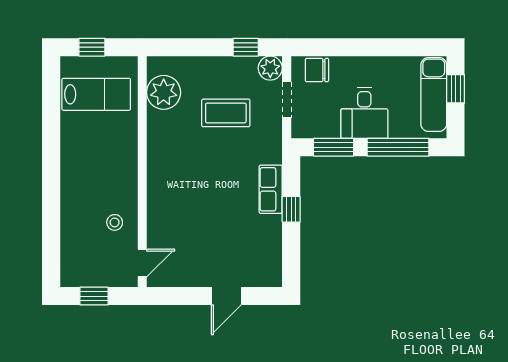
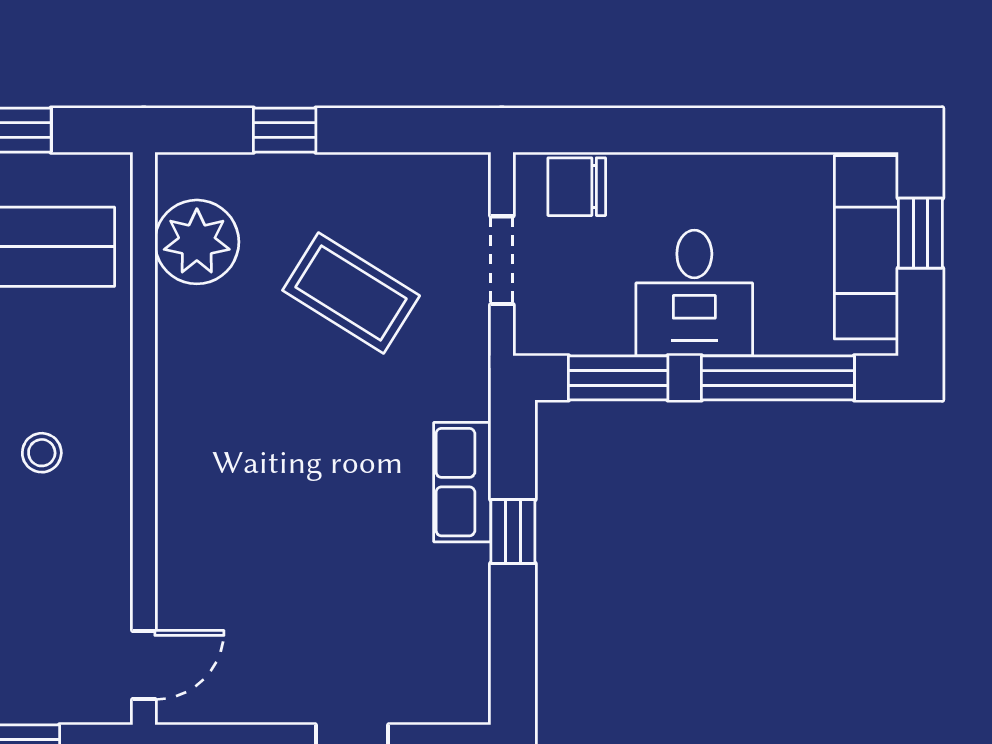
window: (246, 47) -> (285, 130), moved
plant: (270, 68) -> (461, 182), removed
coffee table: (226, 113) -> (351, 293), turned 32
stool: (115, 222) -> (42, 453), moved

